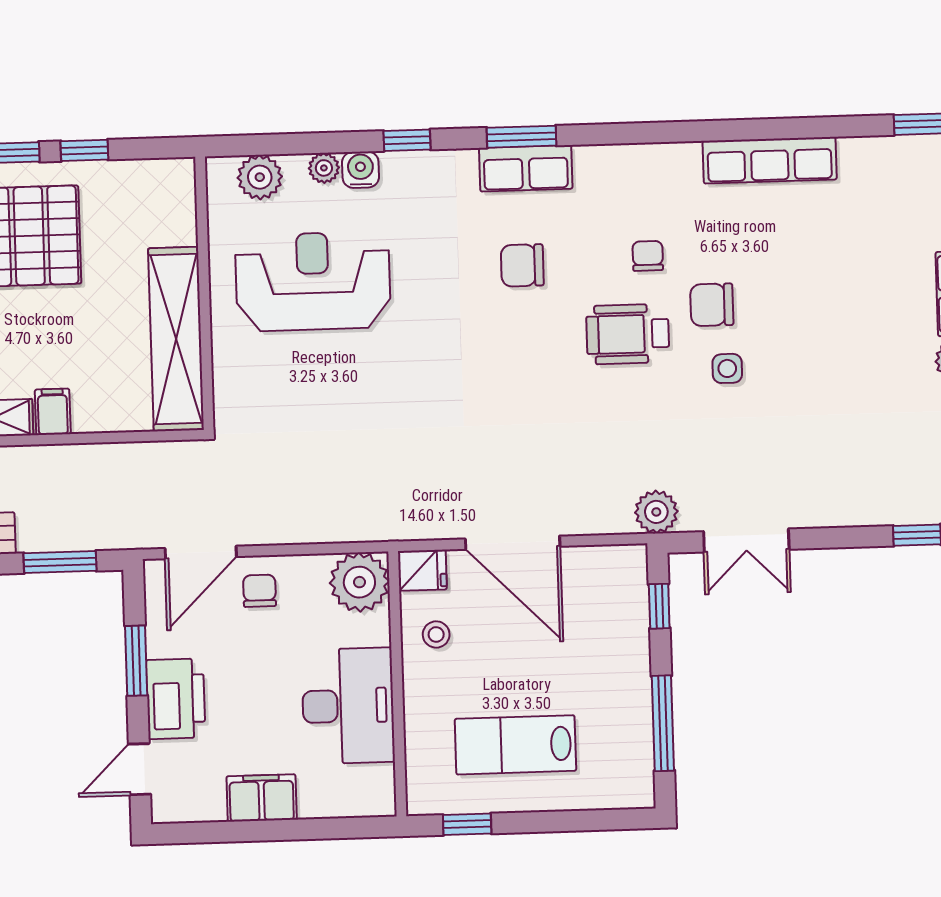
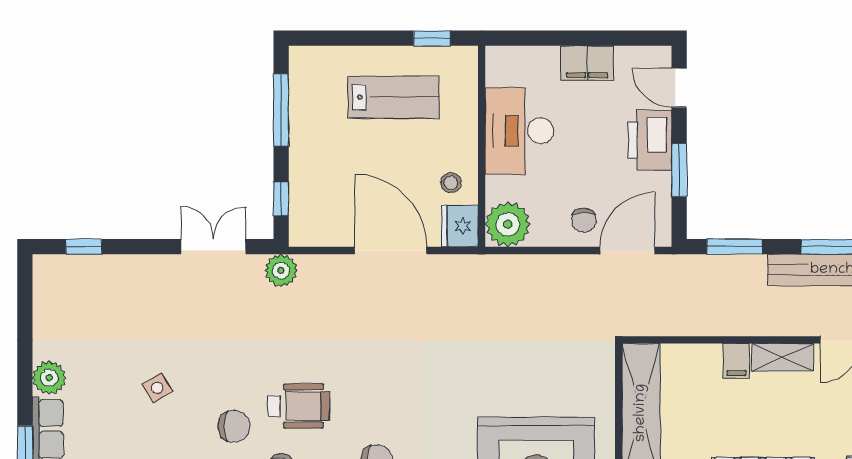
side table: (727, 368) -> (157, 388), moved, turned -31
fridge: (422, 570) -> (460, 226), width x1.38
door: (140, 769) -> (679, 88), swing flipped

